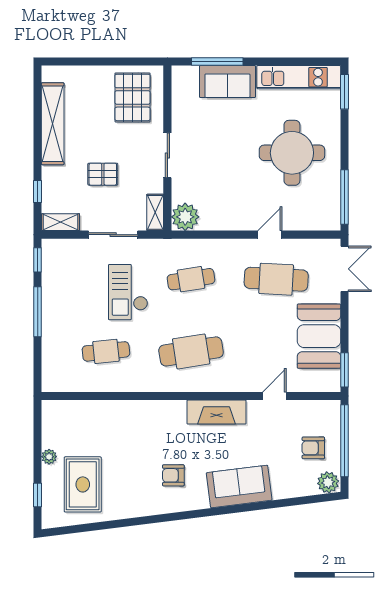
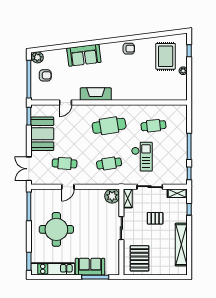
cafe table: (276, 279) -> (65, 163), width x0.73, depth x0.74
armchair: (173, 475) -> (129, 49), moved

